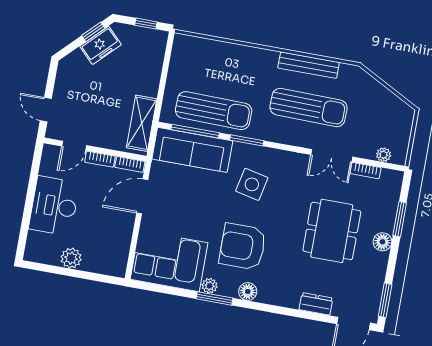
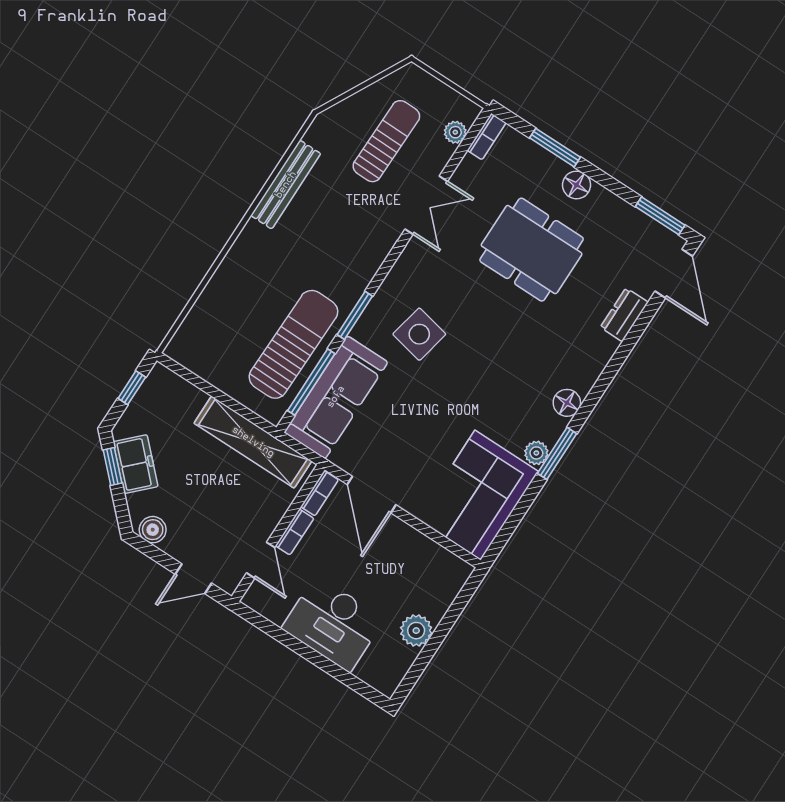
boiler: (65, 72) -> (153, 530), added
sun lounger: (308, 108) -> (386, 141), moved, width x0.73, depth x0.75
shelving: (142, 123) -> (253, 442), width x1.47
bookcase: (366, 171) -> (487, 137), moved
armchair: (243, 247) -> (501, 384), removed

